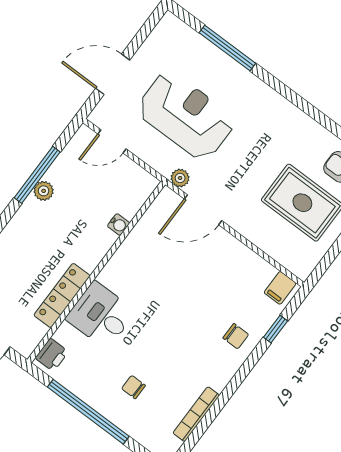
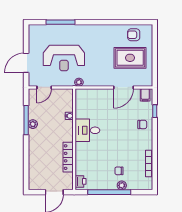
reception desk: (186, 116) -> (64, 58), turned 180
door: (203, 210) -> (124, 87), moved
desk: (101, 315) -> (87, 130), moved
plant: (119, 416) -> (122, 185), added

